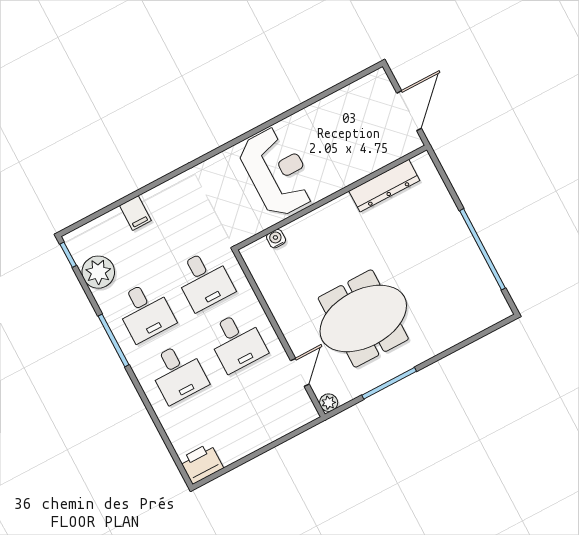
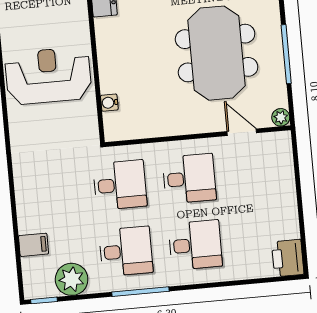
filing cabinet: (135, 213) -> (34, 245), moved

